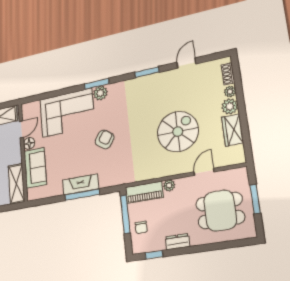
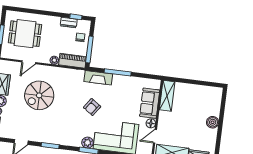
fireplace: (81, 184) -> (98, 78), moved
dresser: (177, 242) -> (69, 23), moved

